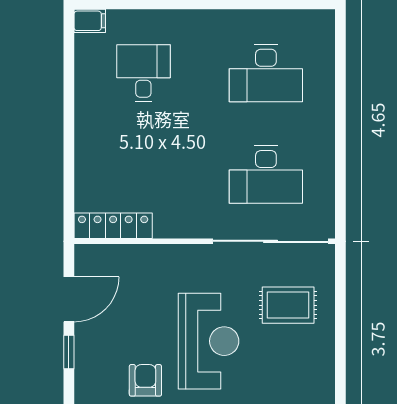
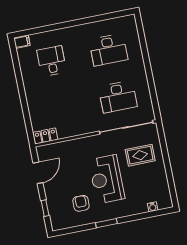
locker: (113, 226) -> (45, 136), width x0.66
reception desk: (209, 341) -> (107, 179), turned 180
window: (69, 352) -> (45, 208), moved

